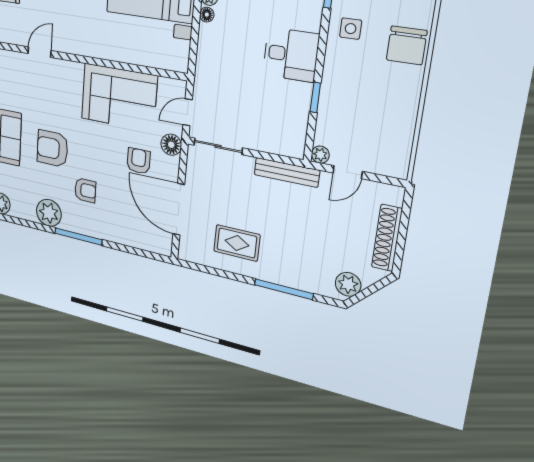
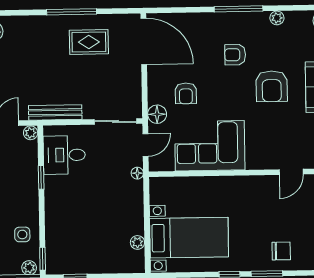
floor lamp: (207, 15) -> (137, 173), moved
desk: (291, 55) -> (64, 155), moved
armchair: (52, 148) -> (272, 86), turned 90
door: (179, 209) -> (144, 41), moved
plant: (49, 213) -> (277, 18), width x0.53, depth x0.53
window: (284, 289) -> (72, 12), moved

